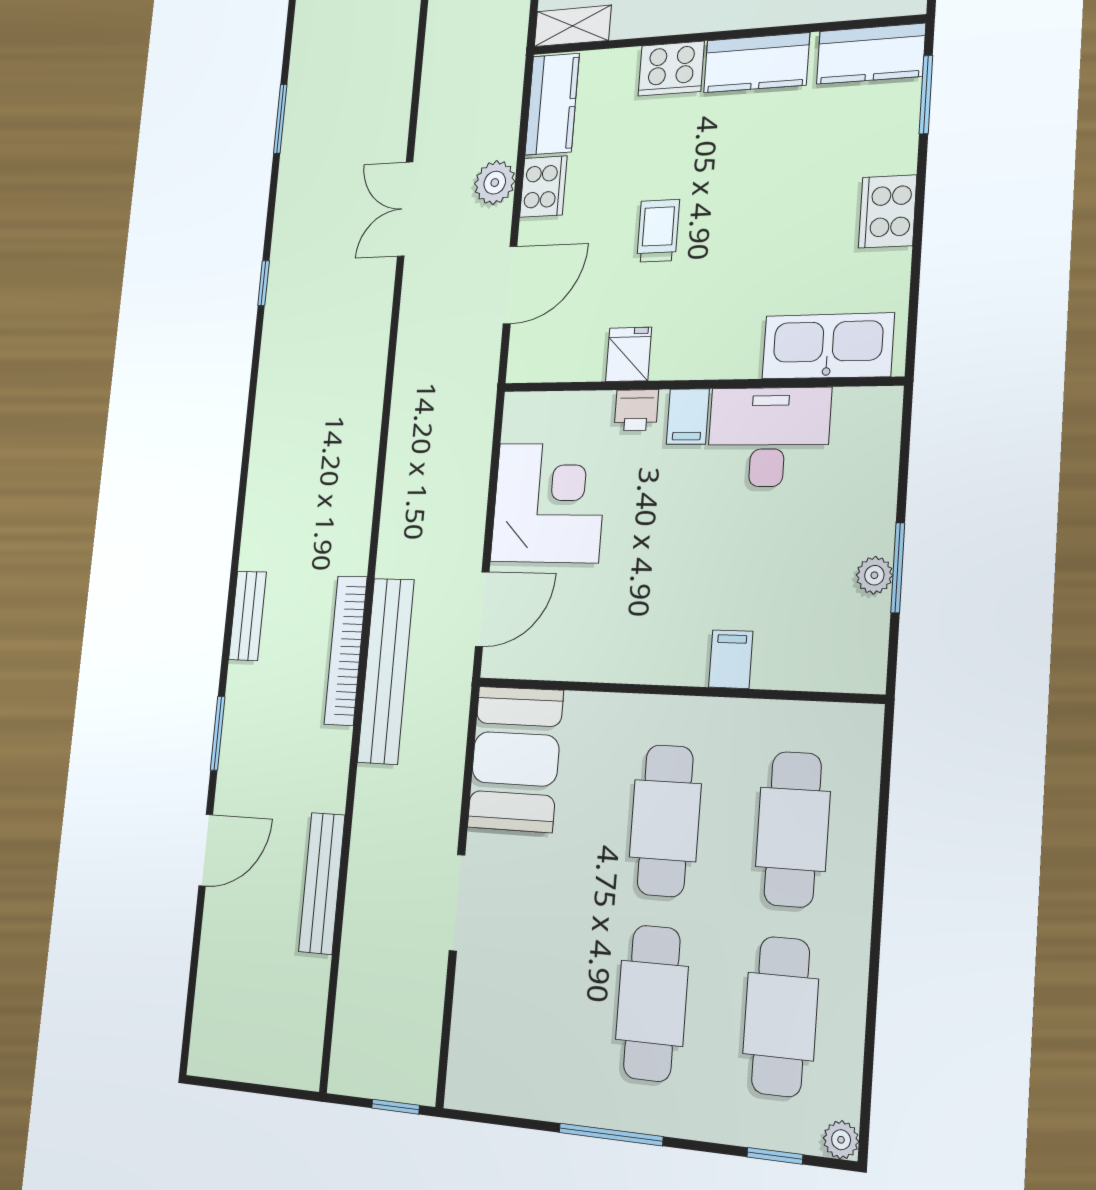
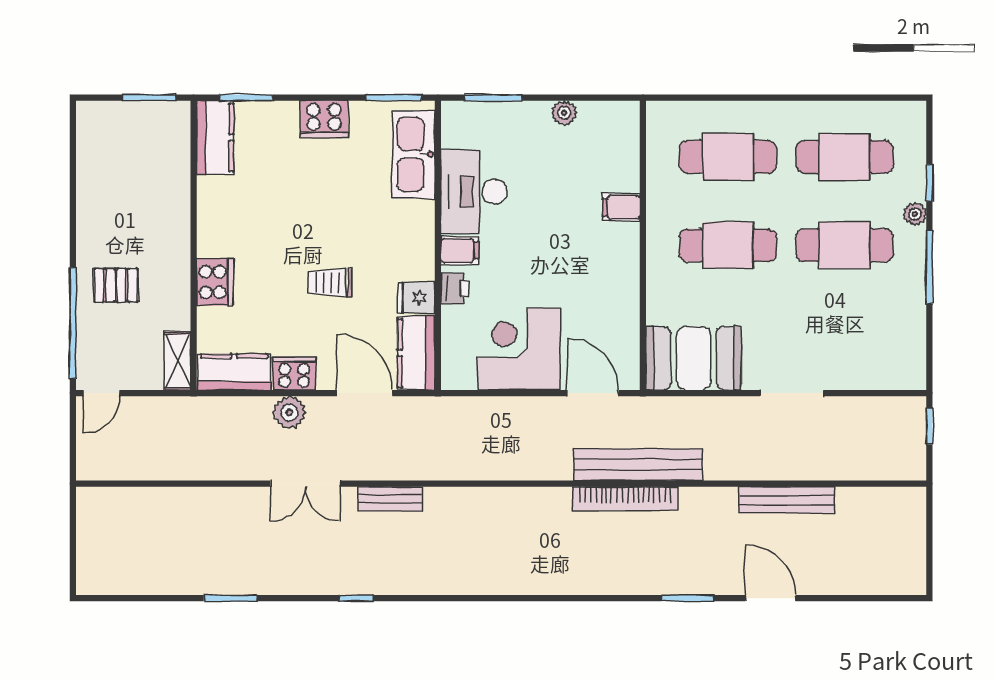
kitchen counter: (756, 63) -> (416, 353), moved, turned 180
window: (913, 314) -> (394, 98), added
window: (898, 568) -> (493, 98), moved
bench: (247, 616) -> (390, 499), moved
plant: (841, 1140) -> (915, 214), moved
window: (775, 1156) -> (929, 183), moved

